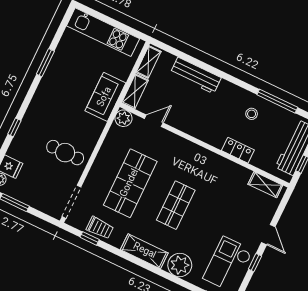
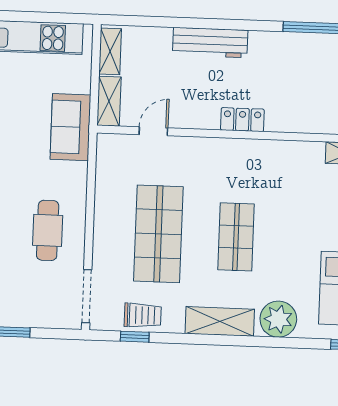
workbench: (196, 75) -> (210, 43), moved
stool: (252, 114) -> (287, 62), removed
plant: (123, 118) -> (109, 146), removed
locker: (238, 150) -> (242, 120), moved
cafe table: (65, 153) -> (48, 230), turned 90

